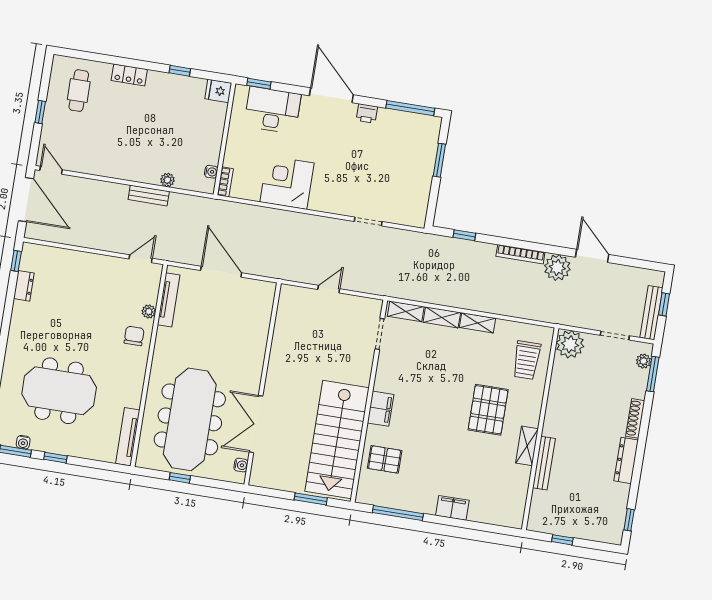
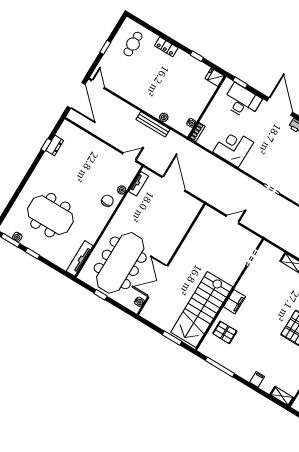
bench: (149, 195) -> (153, 124), width x1.36
window: (16, 261) -> (46, 145), moved
tv unit: (169, 300) -> (139, 184), width x0.71
shelving: (406, 311) -> (282, 396), moved
filing cabinet: (452, 508) -> (257, 379), width x0.50

